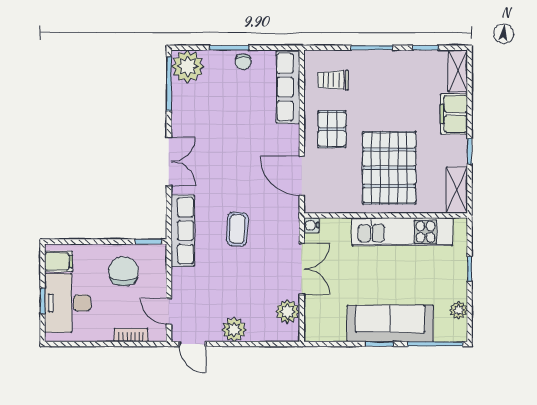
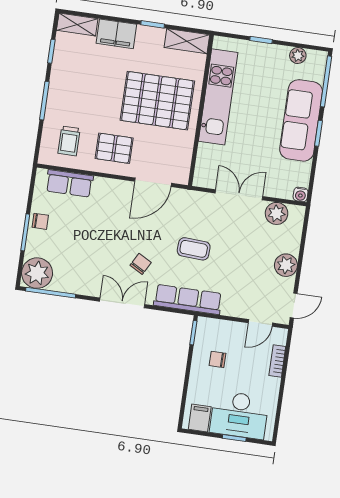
row of seats: (288, 87) -> (69, 183), width x0.68
chair: (213, 175) -> (141, 264), added
water cooler: (311, 225) -> (301, 194), moved
chair: (123, 271) -> (218, 359), width x0.54, depth x0.54

